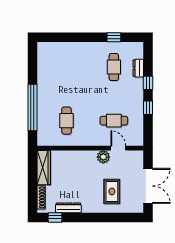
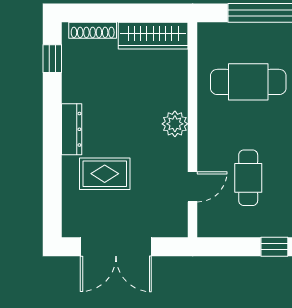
cafe table: (67, 121) -> (248, 82), width x1.37, depth x1.35
plant: (103, 157) -> (175, 124), moved
dresser: (68, 208) -> (72, 129), moved

